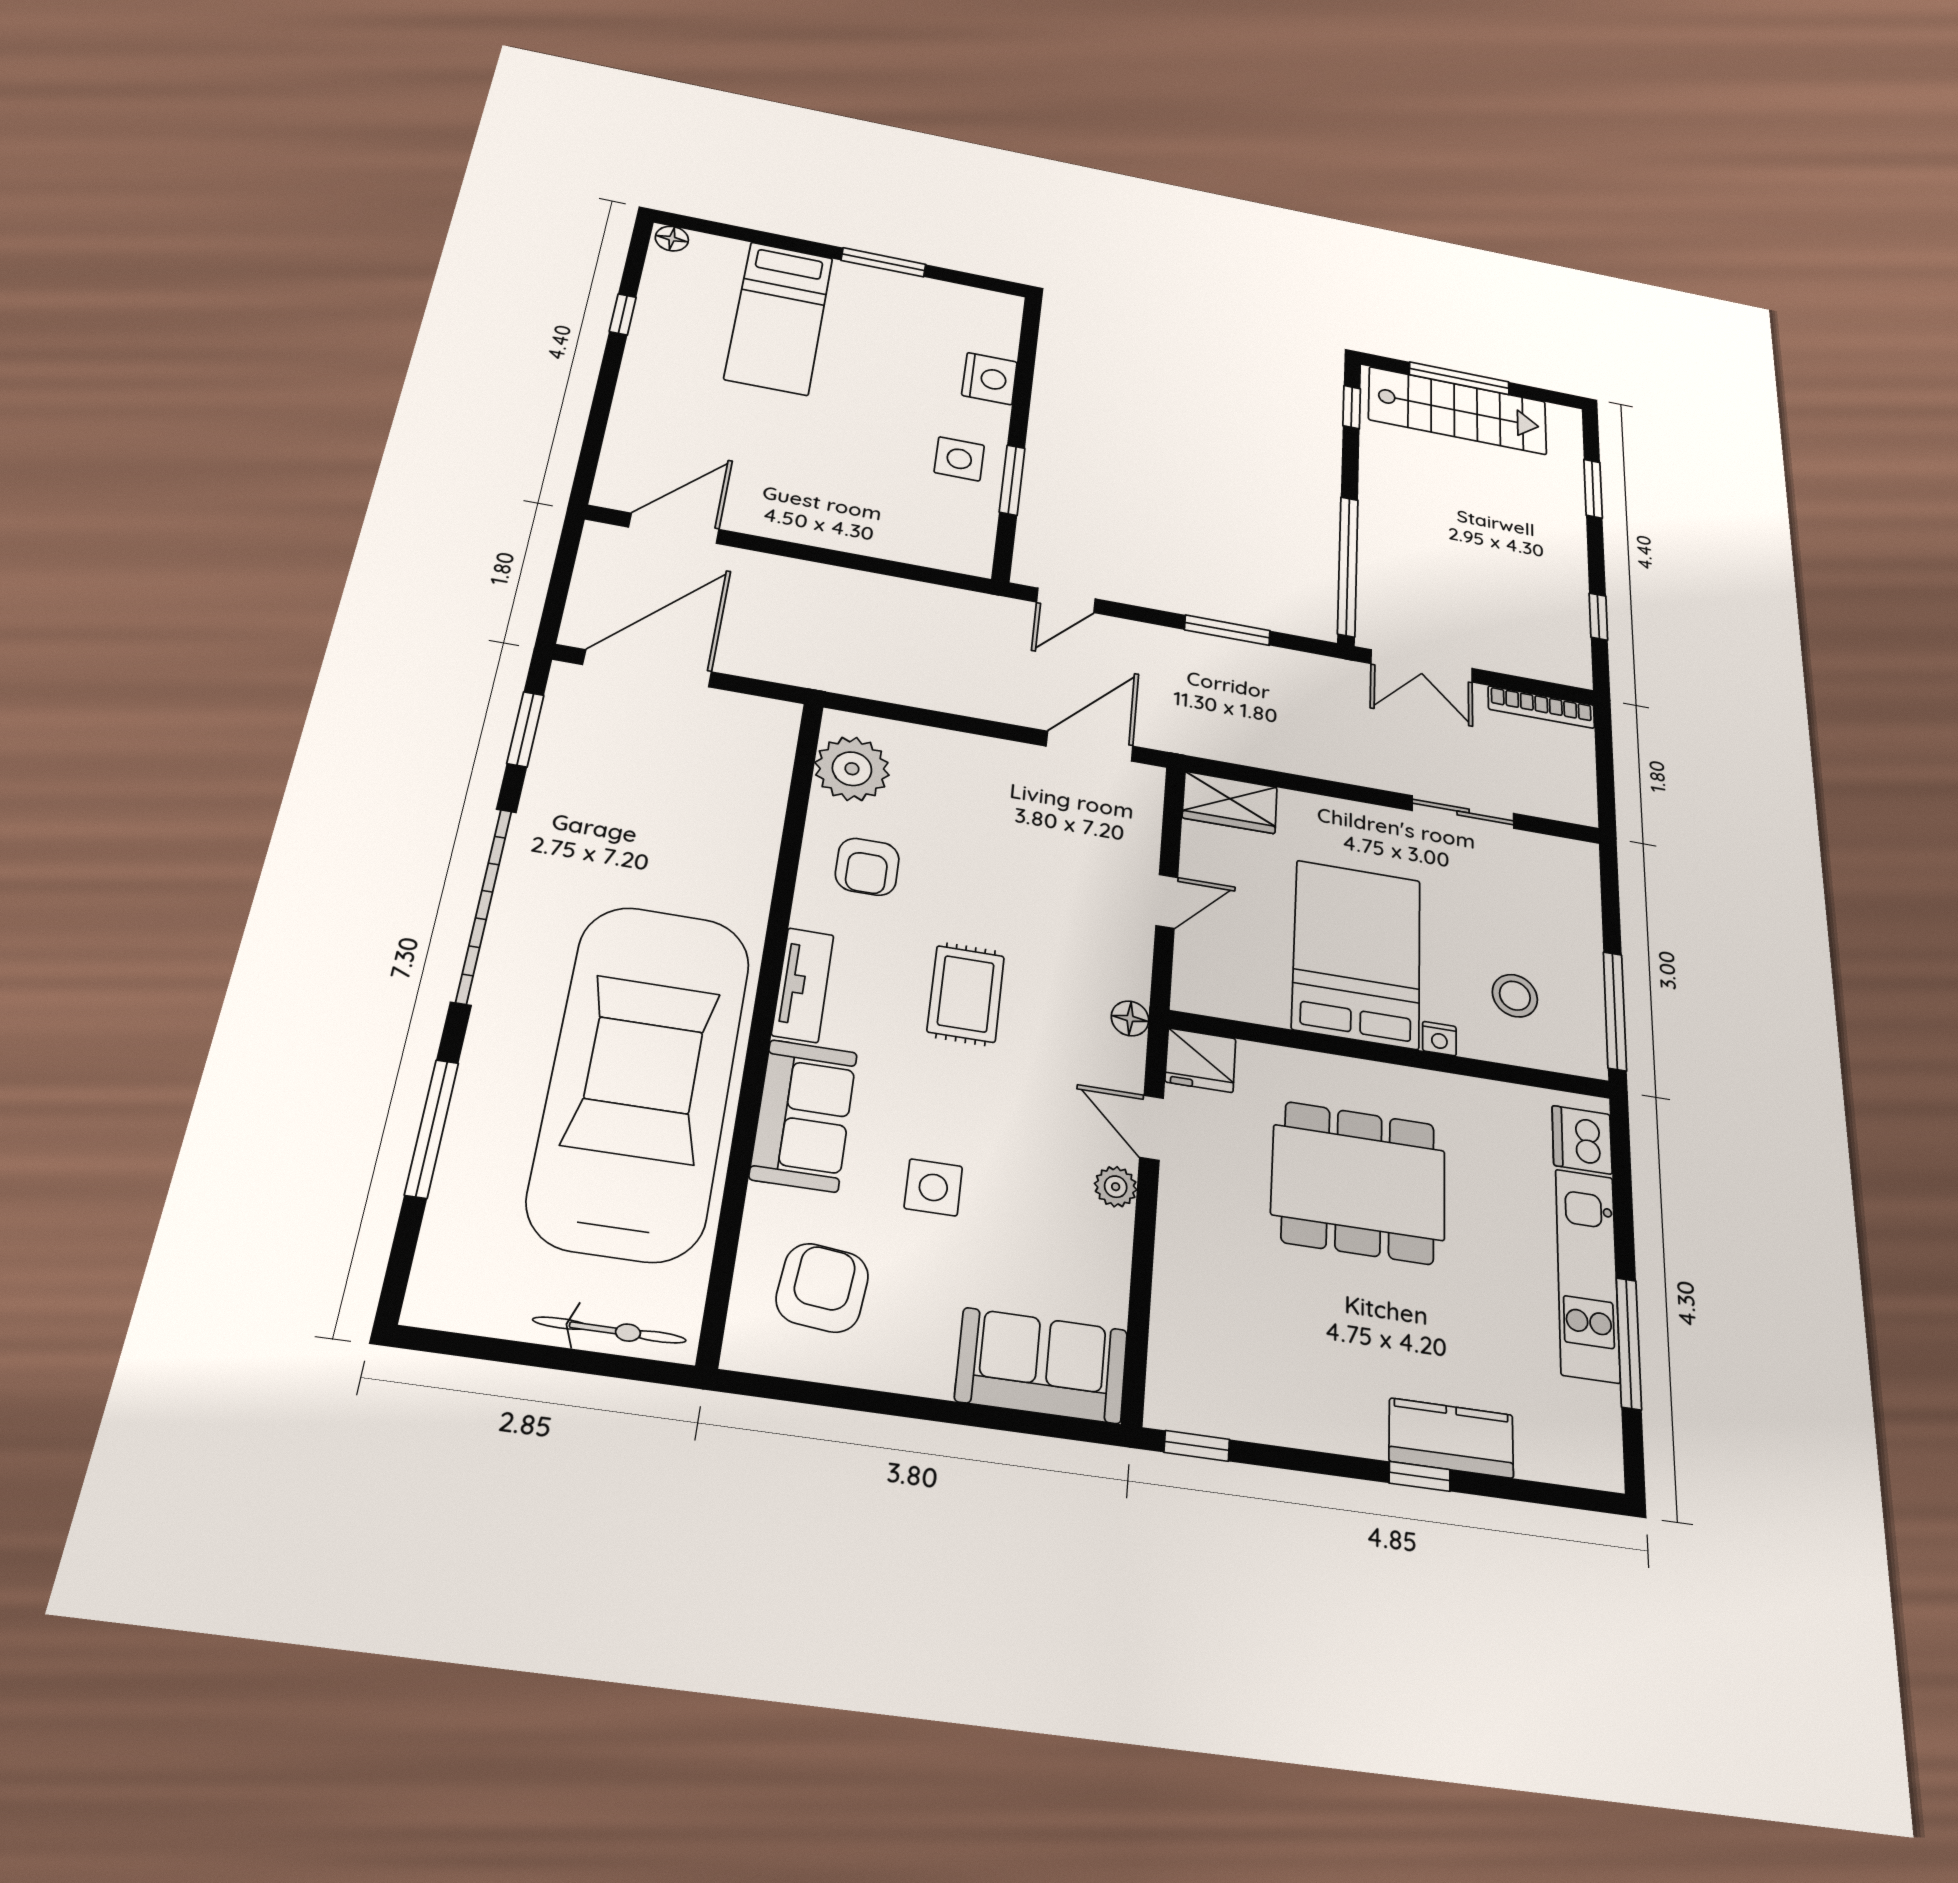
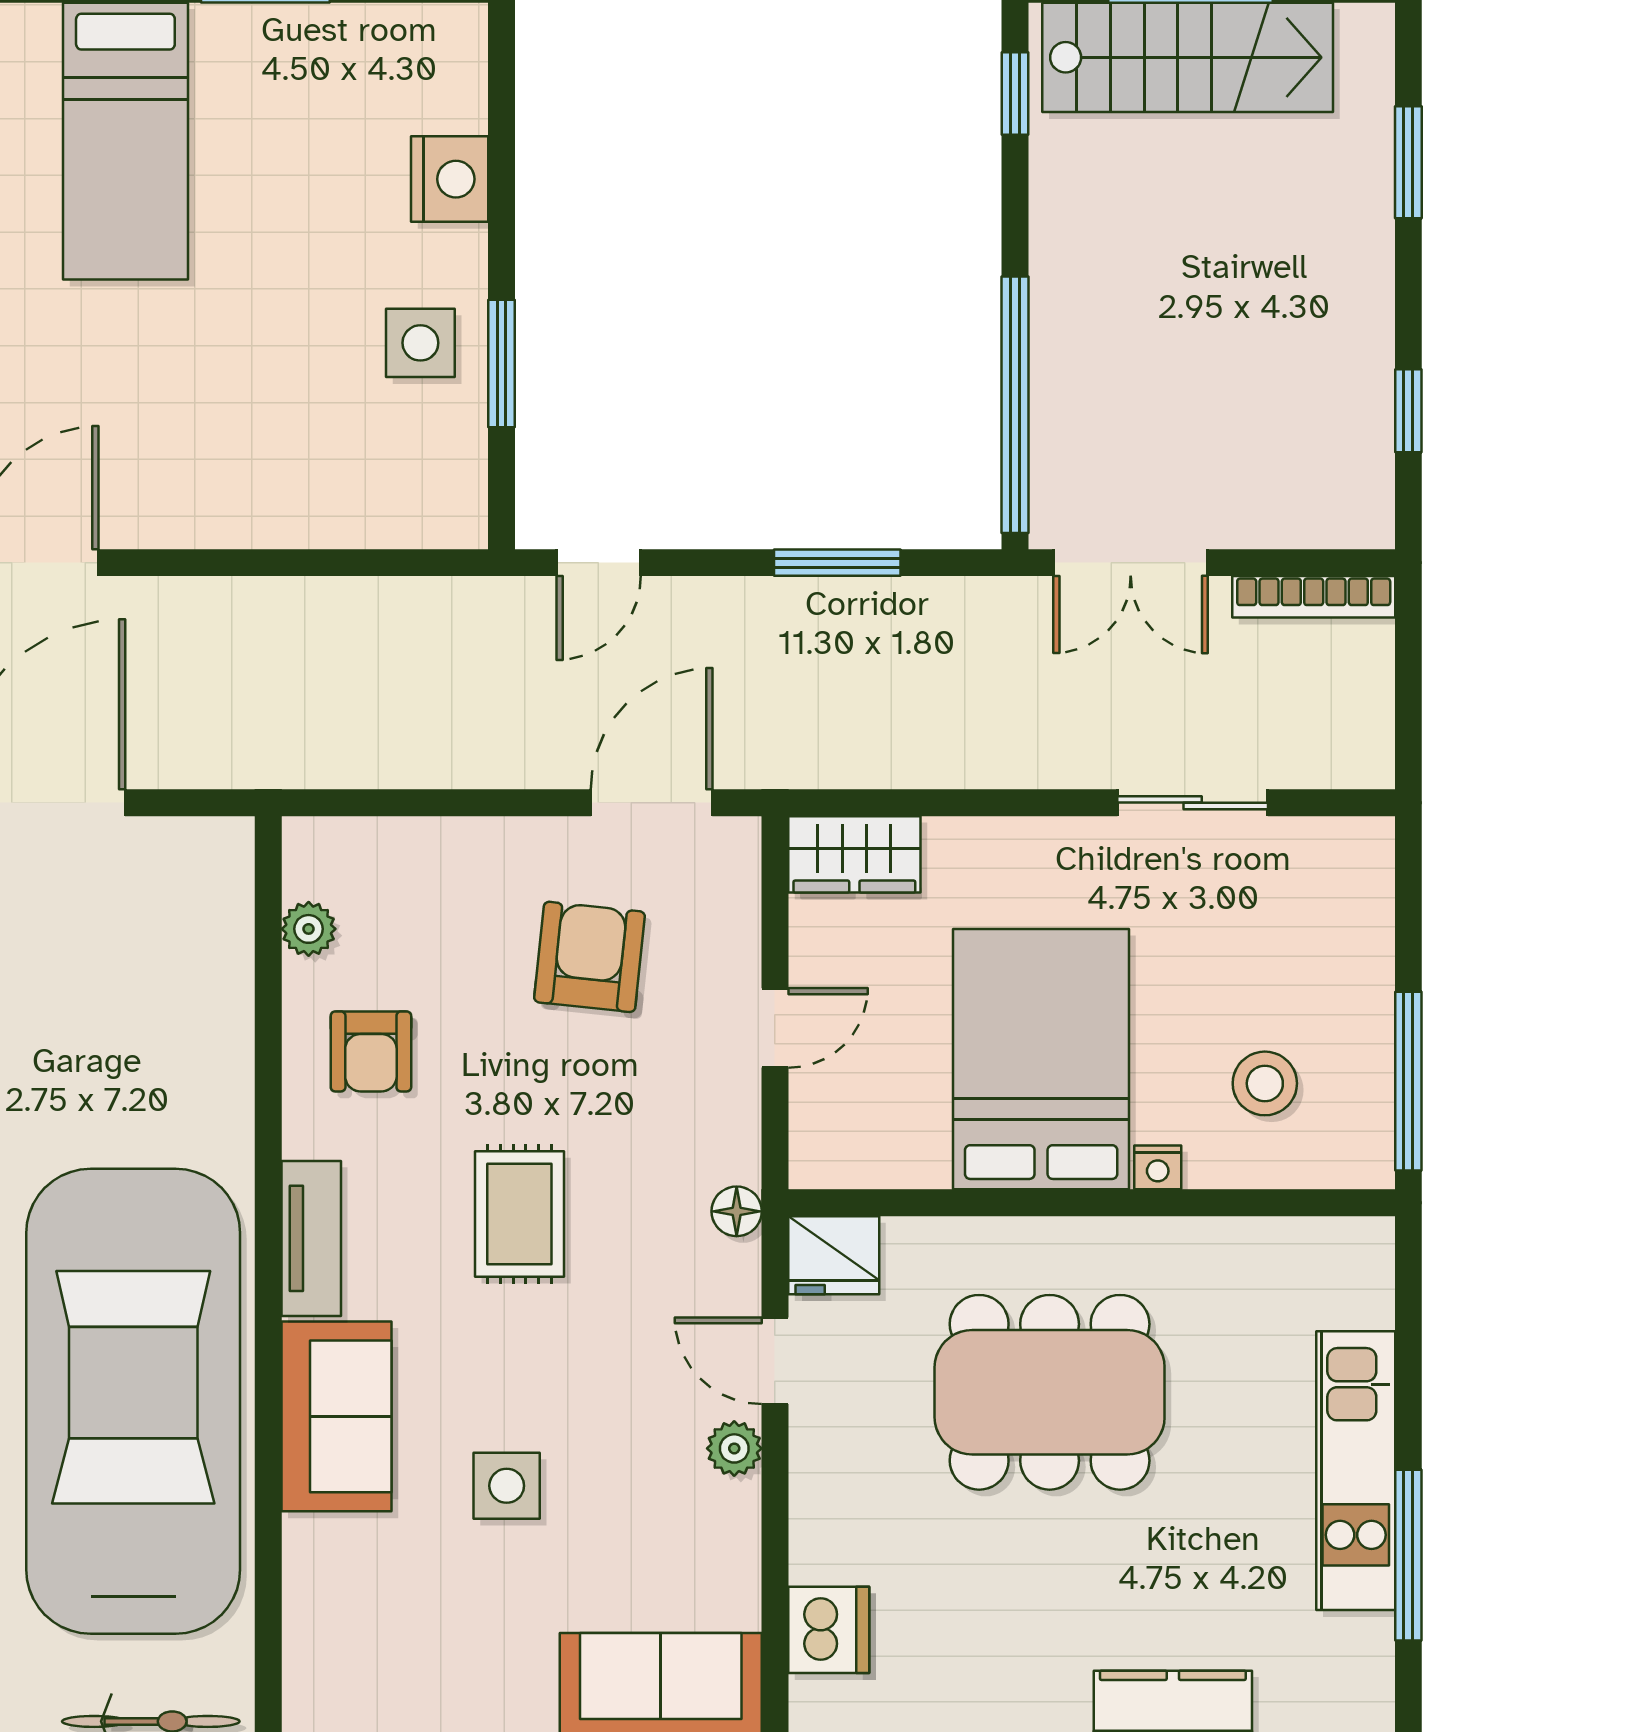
plant: (852, 769) -> (309, 929), width x0.53, depth x0.53
dishwasher: (1582, 1140) -> (829, 1630), moved, turned 180
armchair: (822, 1288) -> (590, 957), moved

